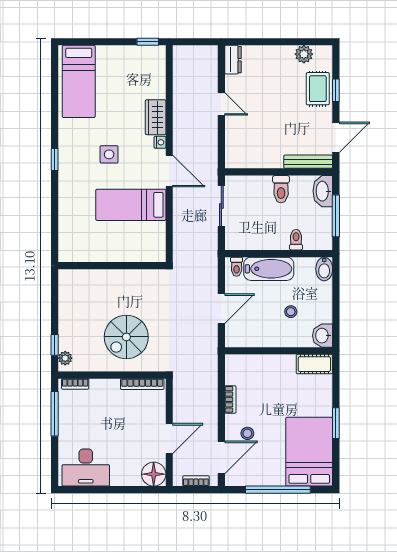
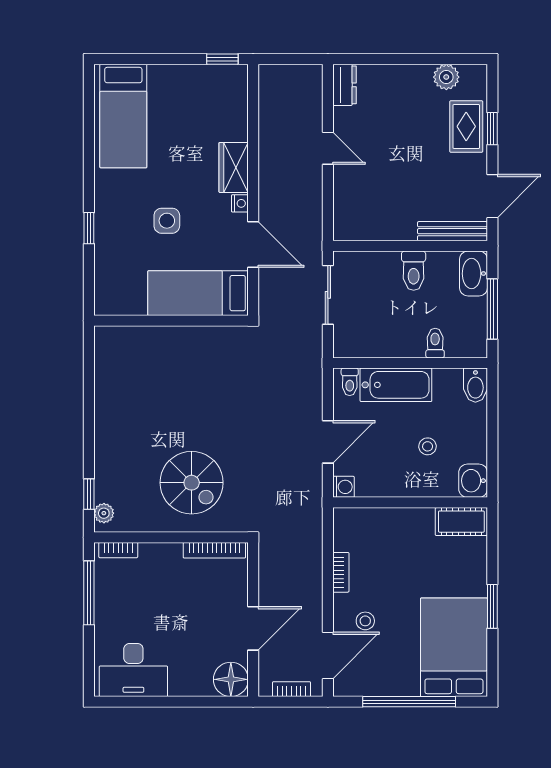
wall: (112, 266) -> (171, 321), moved
spiral stairs: (126, 337) -> (192, 483), turned -90
washing machine: (232, 340) -> (344, 487), added

